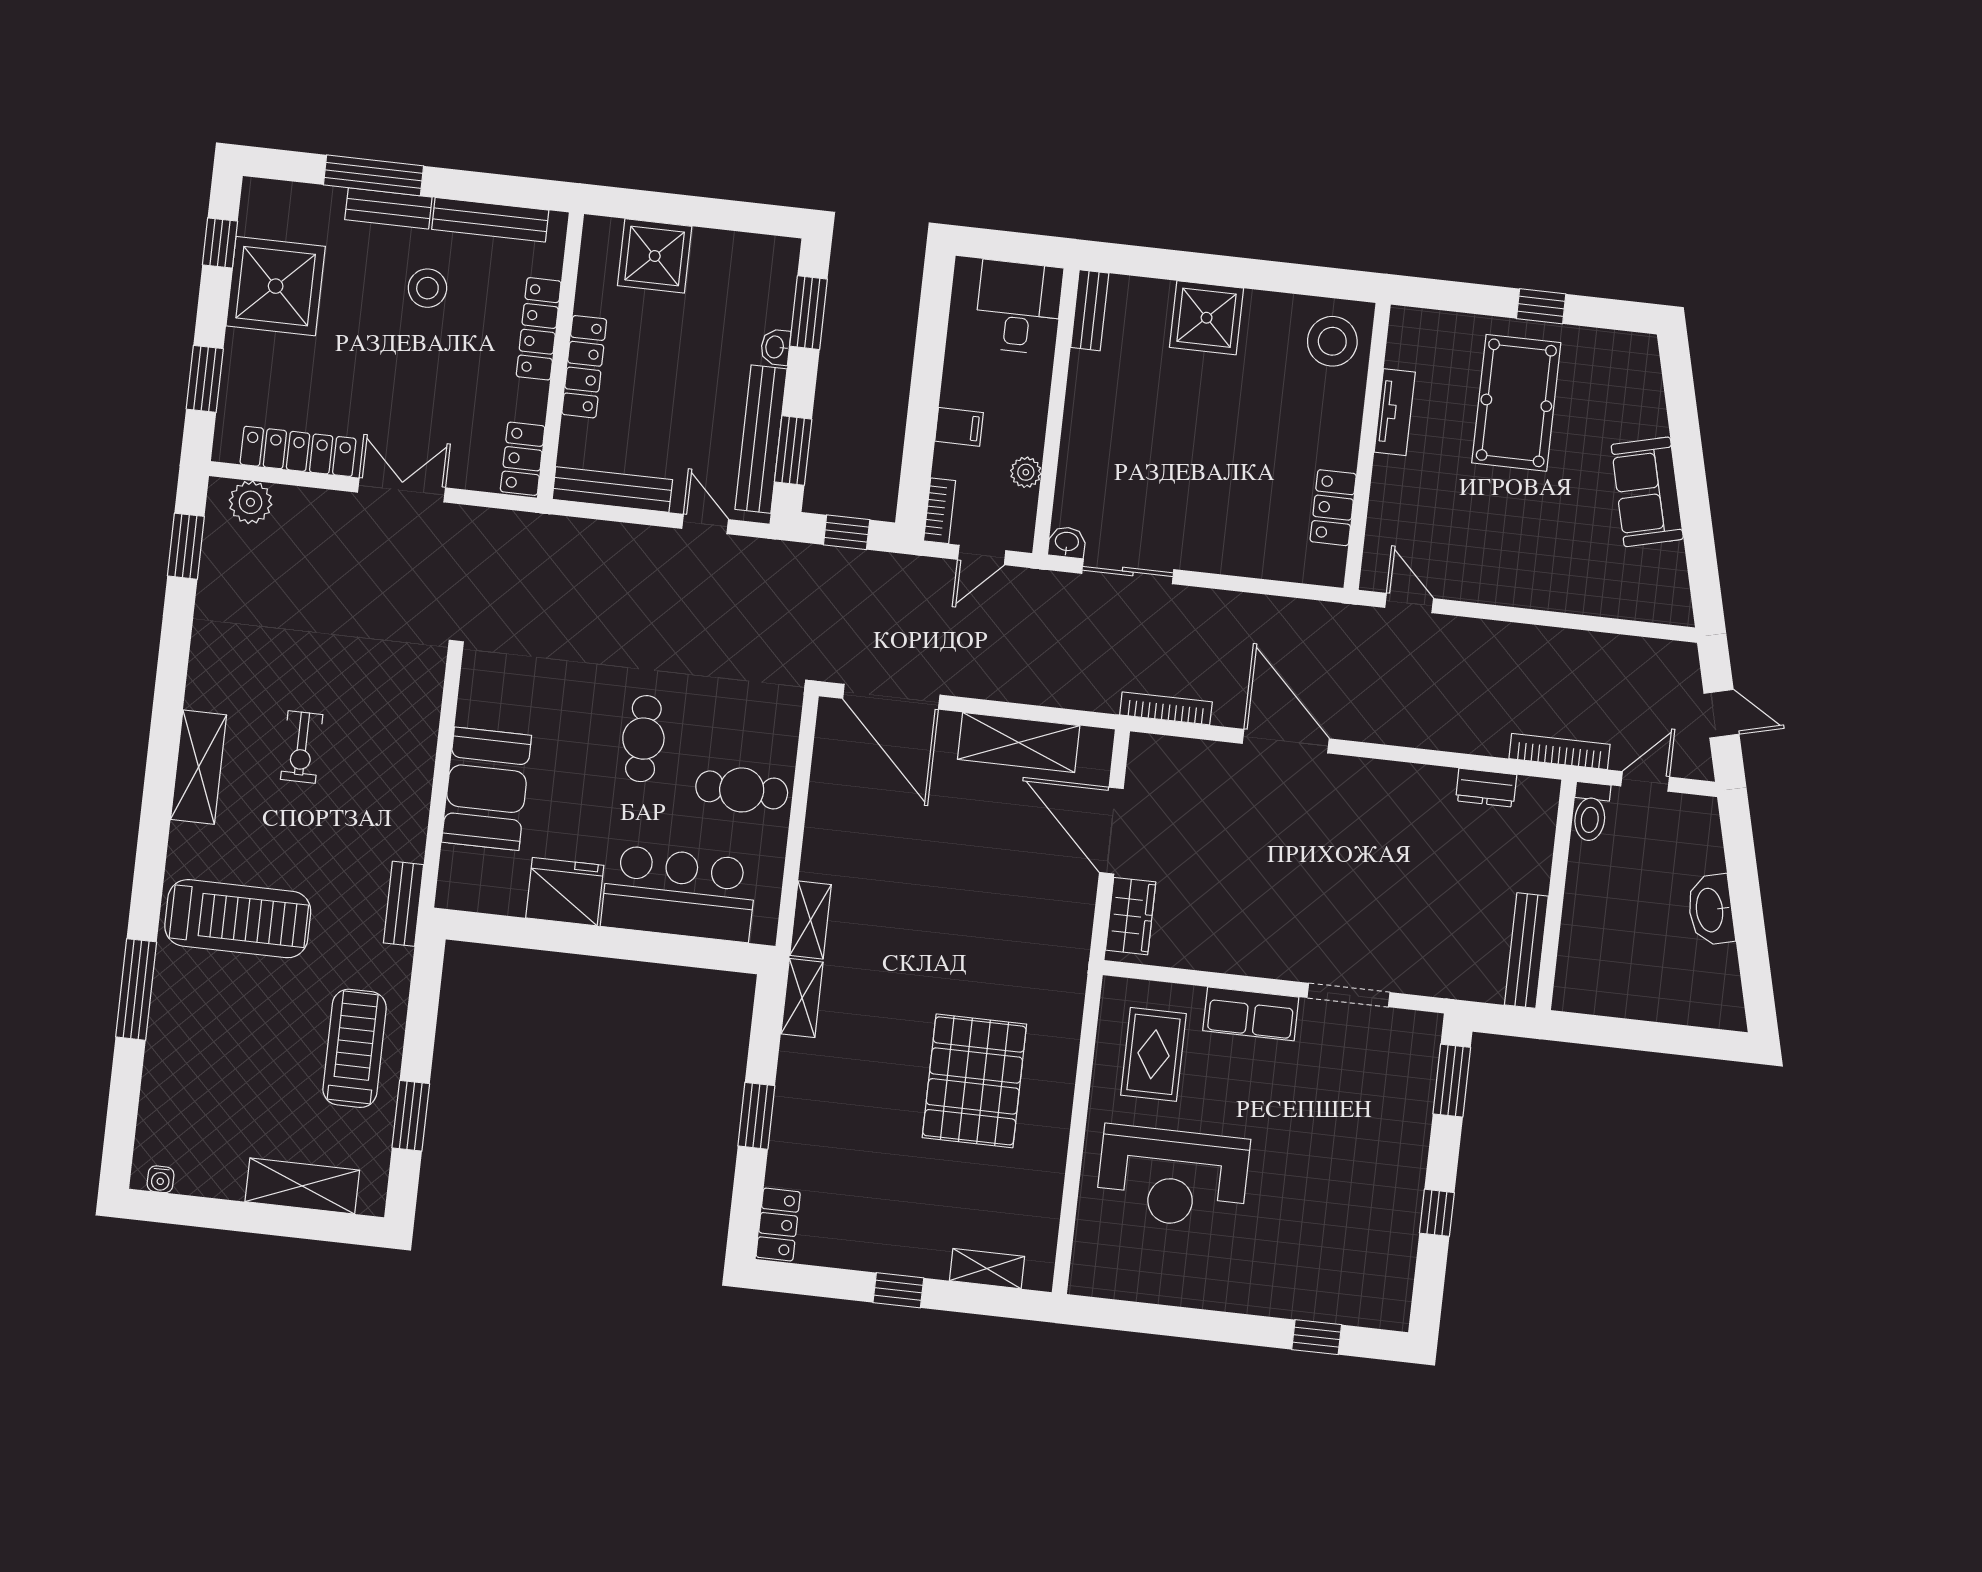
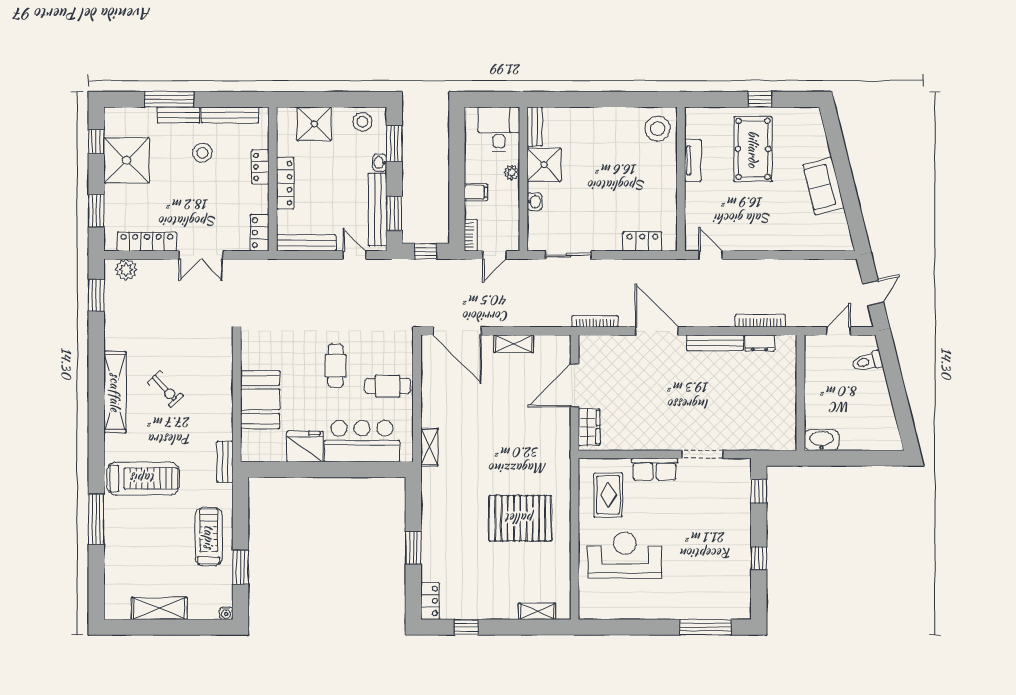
stool: (750, 262) -> (362, 122), added
shower: (1207, 318) -> (544, 165), moved
locker: (539, 329) -> (260, 167), width x0.66
plant: (1026, 472) -> (512, 172), moved
double door: (401, 490) -> (201, 255), swing flipped
locker: (1333, 508) -> (642, 241), moved, turned 90
washbasin: (1067, 542) -> (534, 202), moved, turned 90
door: (1722, 714) -> (873, 293), hinge flipped
shelving: (1019, 742) -> (513, 344), width x0.67, depth x0.75
exercise bike: (302, 747) -> (165, 389), turned -43
bookcase: (1559, 751) -> (760, 321), moved
shelving: (199, 767) -> (115, 392), width x1.47
toilet: (1591, 812) -> (867, 362), moved, turned 76
door: (1111, 831) -> (575, 385), hinge flipped
washbasin: (1711, 910) -> (822, 440), moved, turned 104
bench: (1526, 951) -> (715, 343), moved, turned 90
shelving: (802, 998) -> (429, 486), removed
pallet: (974, 1081) -> (520, 518), turned 90
window: (1452, 1081) -> (759, 491), width x0.67
reception desk: (1173, 1177) -> (625, 555), turned 180
water cooler: (160, 1179) -> (226, 613), moved
shelving: (302, 1186) -> (159, 608), moved
window: (898, 1290) -> (466, 627), moved
window: (1317, 1337) -> (706, 627), width x2.17

